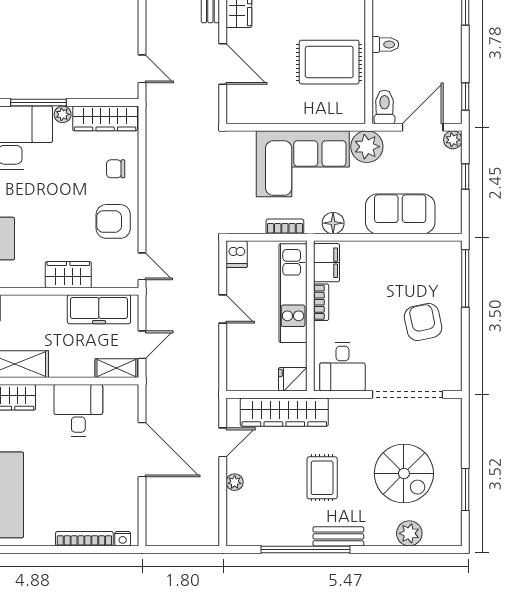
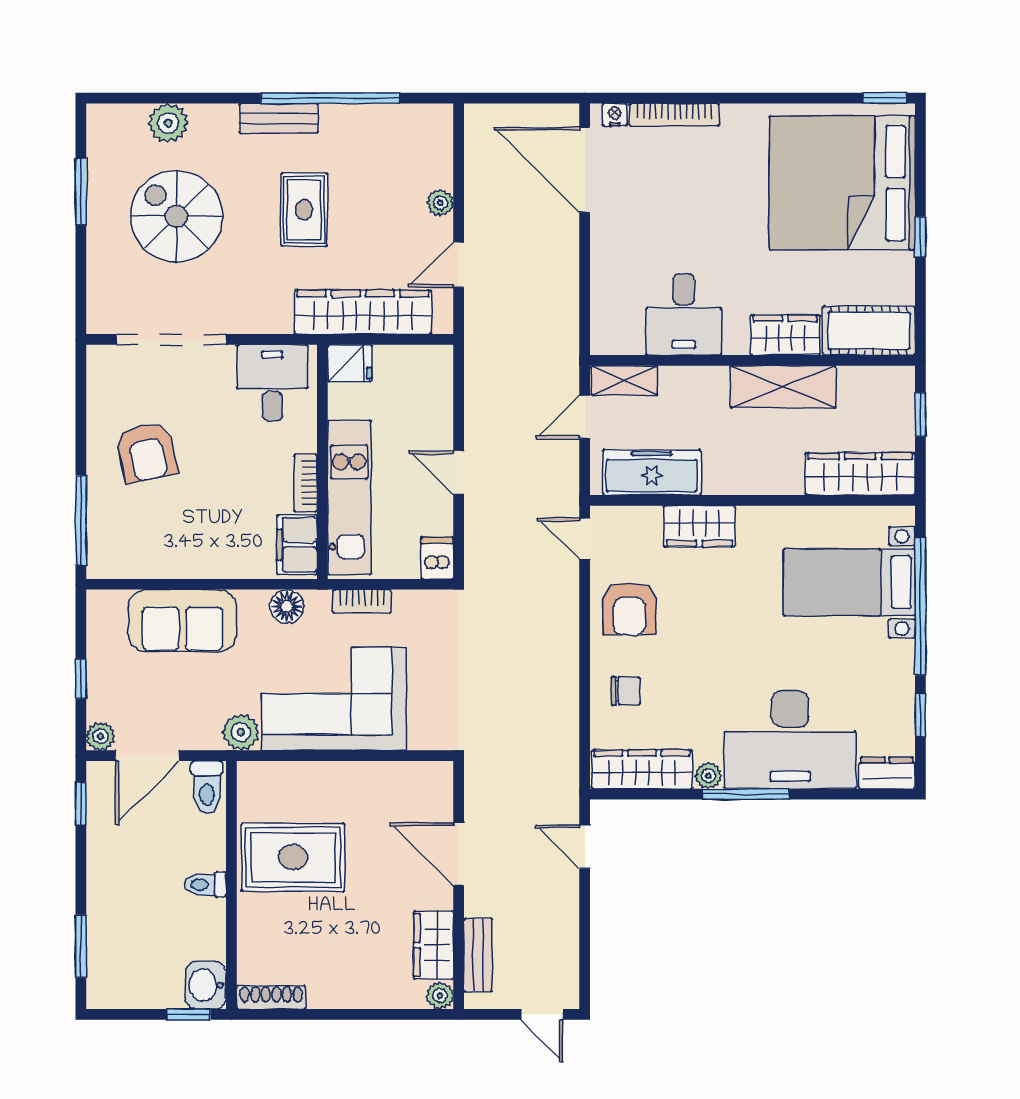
plant: (367, 147) -> (241, 732), width x0.73, depth x0.73
armchair: (113, 221) -> (629, 609), turned 90
door: (142, 450) -> (585, 170), moved

